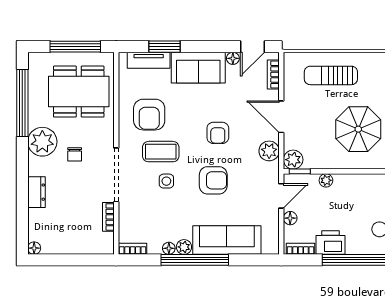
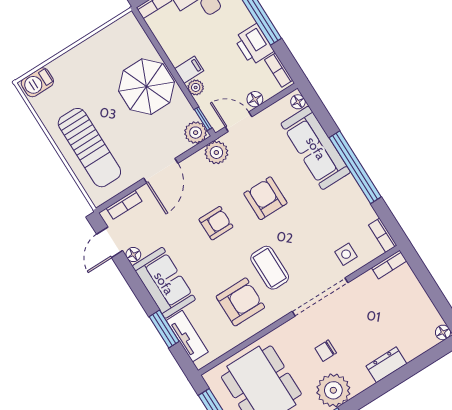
door: (253, 47) -> (110, 242), swing flipped
sun lounger: (331, 75) -> (89, 148), width x1.36, depth x1.34
parasol: (358, 129) -> (147, 87), moved
plant: (269, 151) -> (216, 152), moved
chair: (75, 154) -> (326, 351), turned 180
side table: (166, 181) -> (346, 254), moved
filing cabinet: (342, 184) -> (189, 70), added
bookcase: (108, 217) -> (389, 264), moved
plant: (184, 247) -> (349, 186), removed
floor lamp: (169, 248) -> (298, 102), moved

